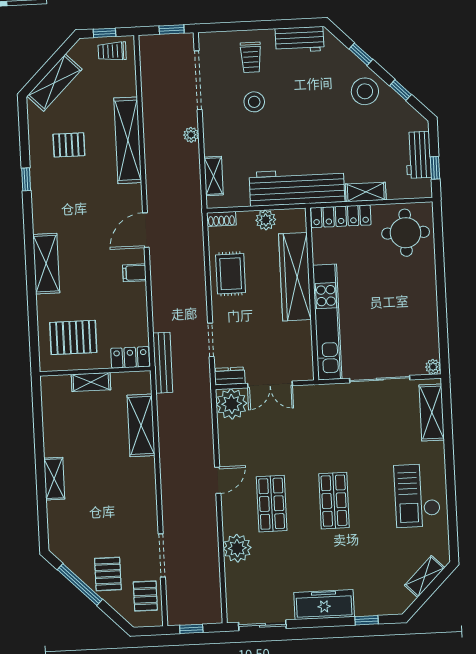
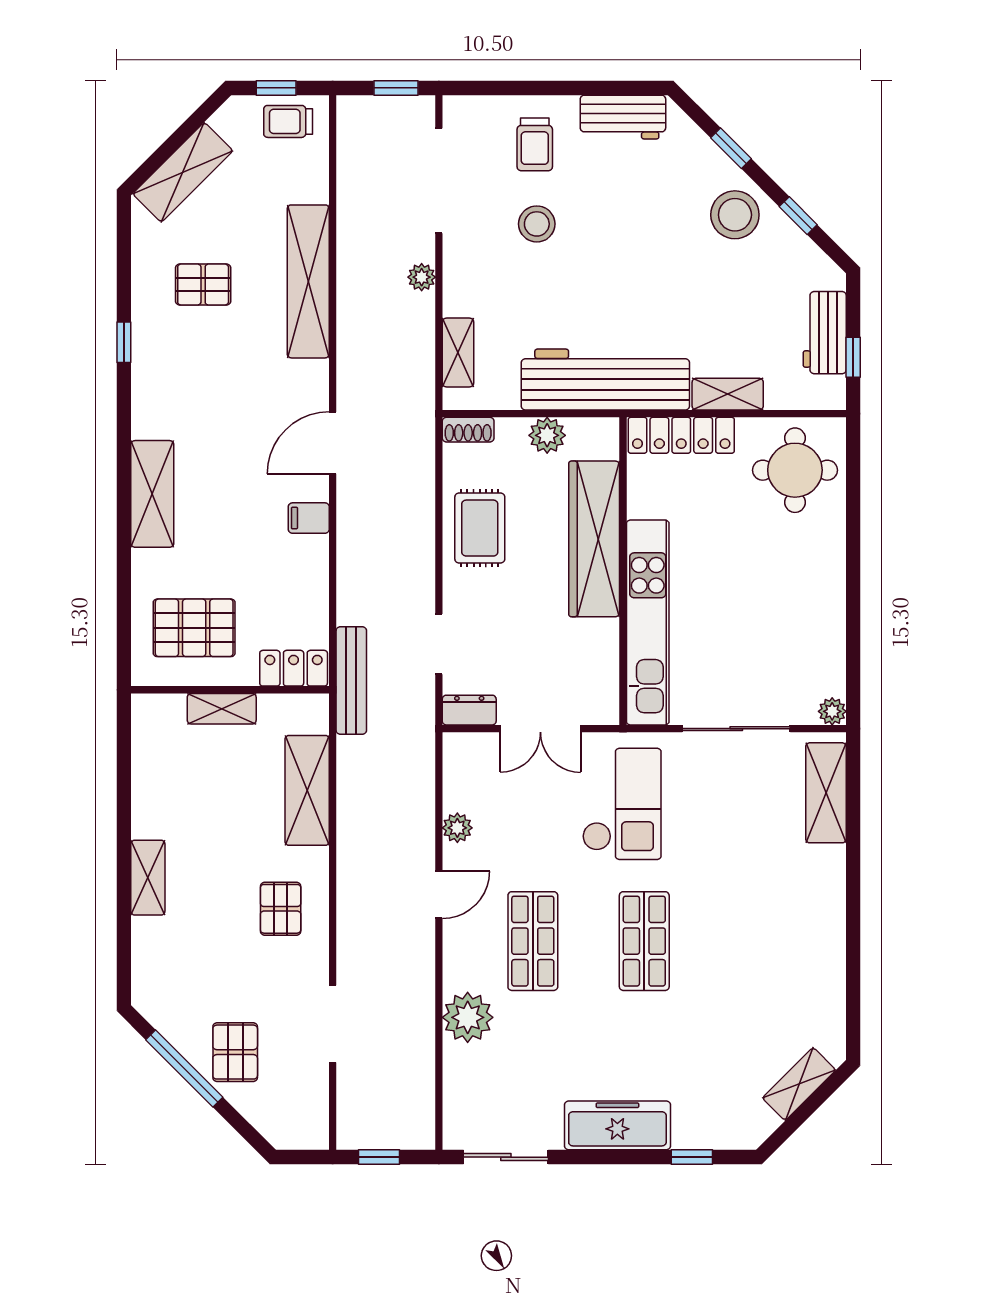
plant: (232, 404) -> (457, 828), moved, width x0.53, depth x0.53
checkout: (417, 496) -> (622, 804), moved, turned 180
pallet: (145, 596) -> (281, 909), moved

